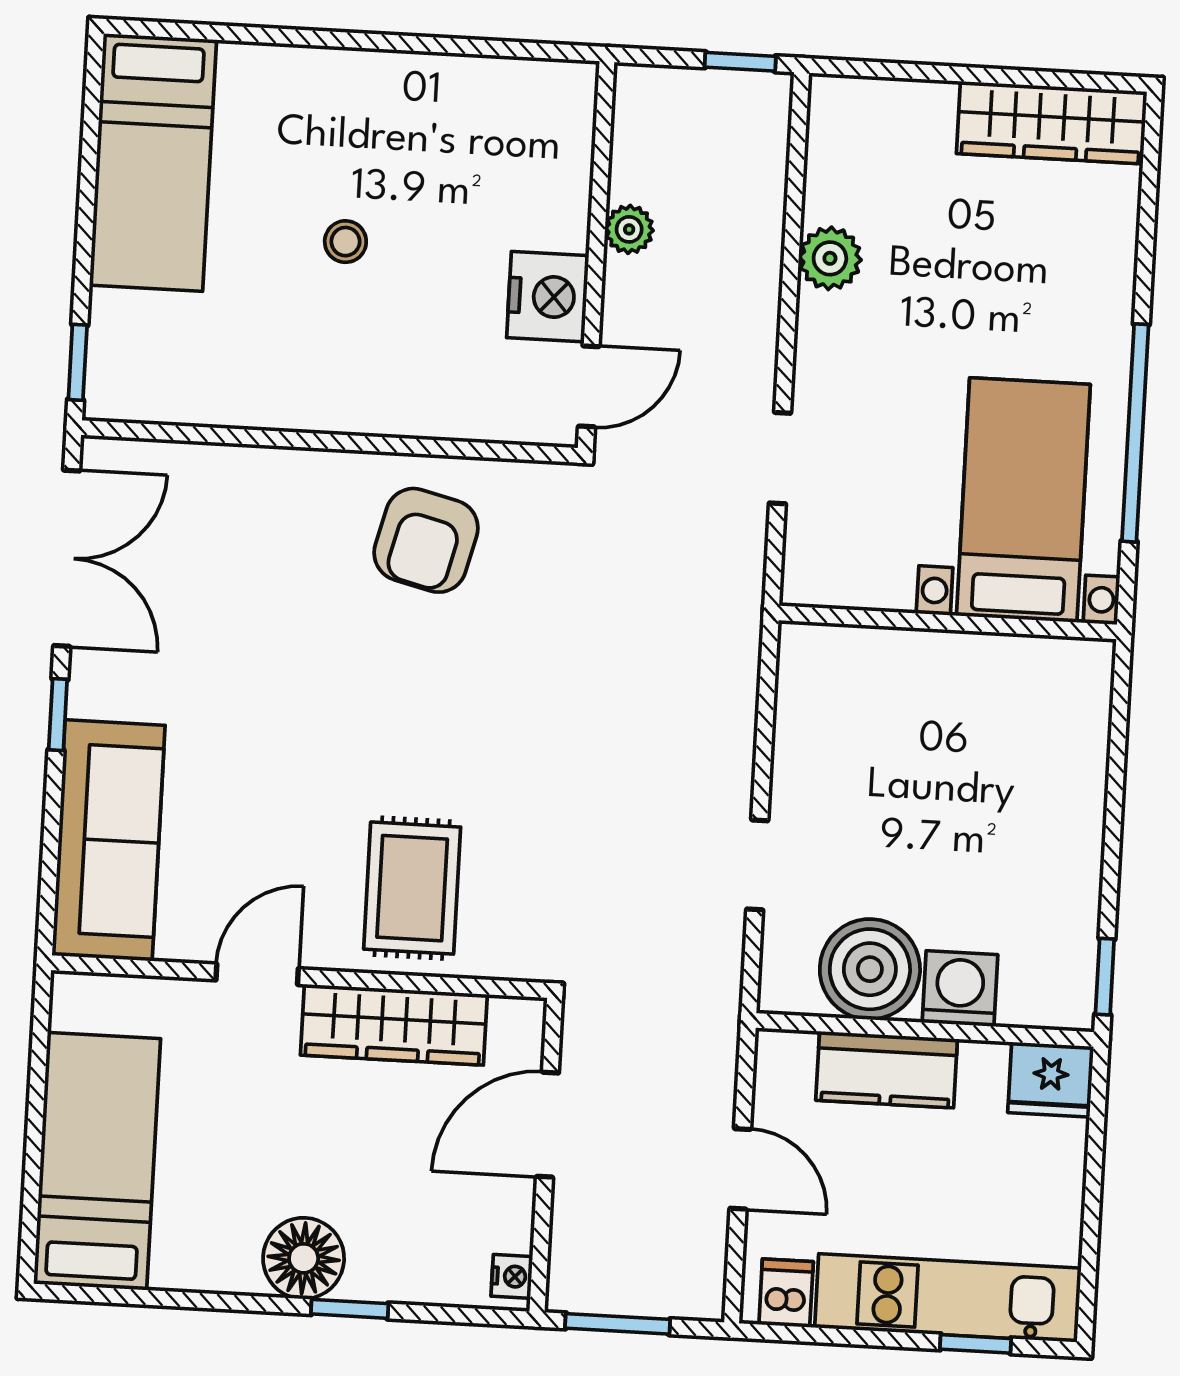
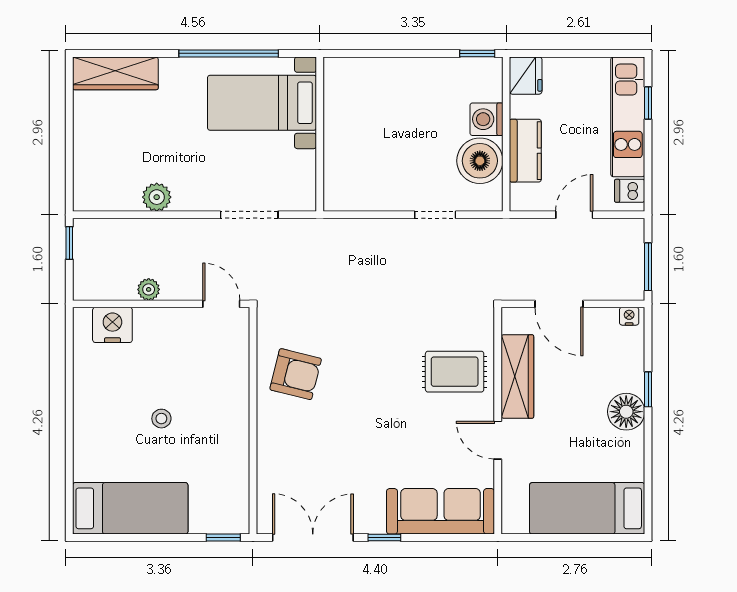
wardrobe: (1052, 123) -> (115, 73), moved, turned 90
nightstand: (548, 297) -> (112, 325), moved
doorway: (780, 458) -> (249, 215), width x1.38

